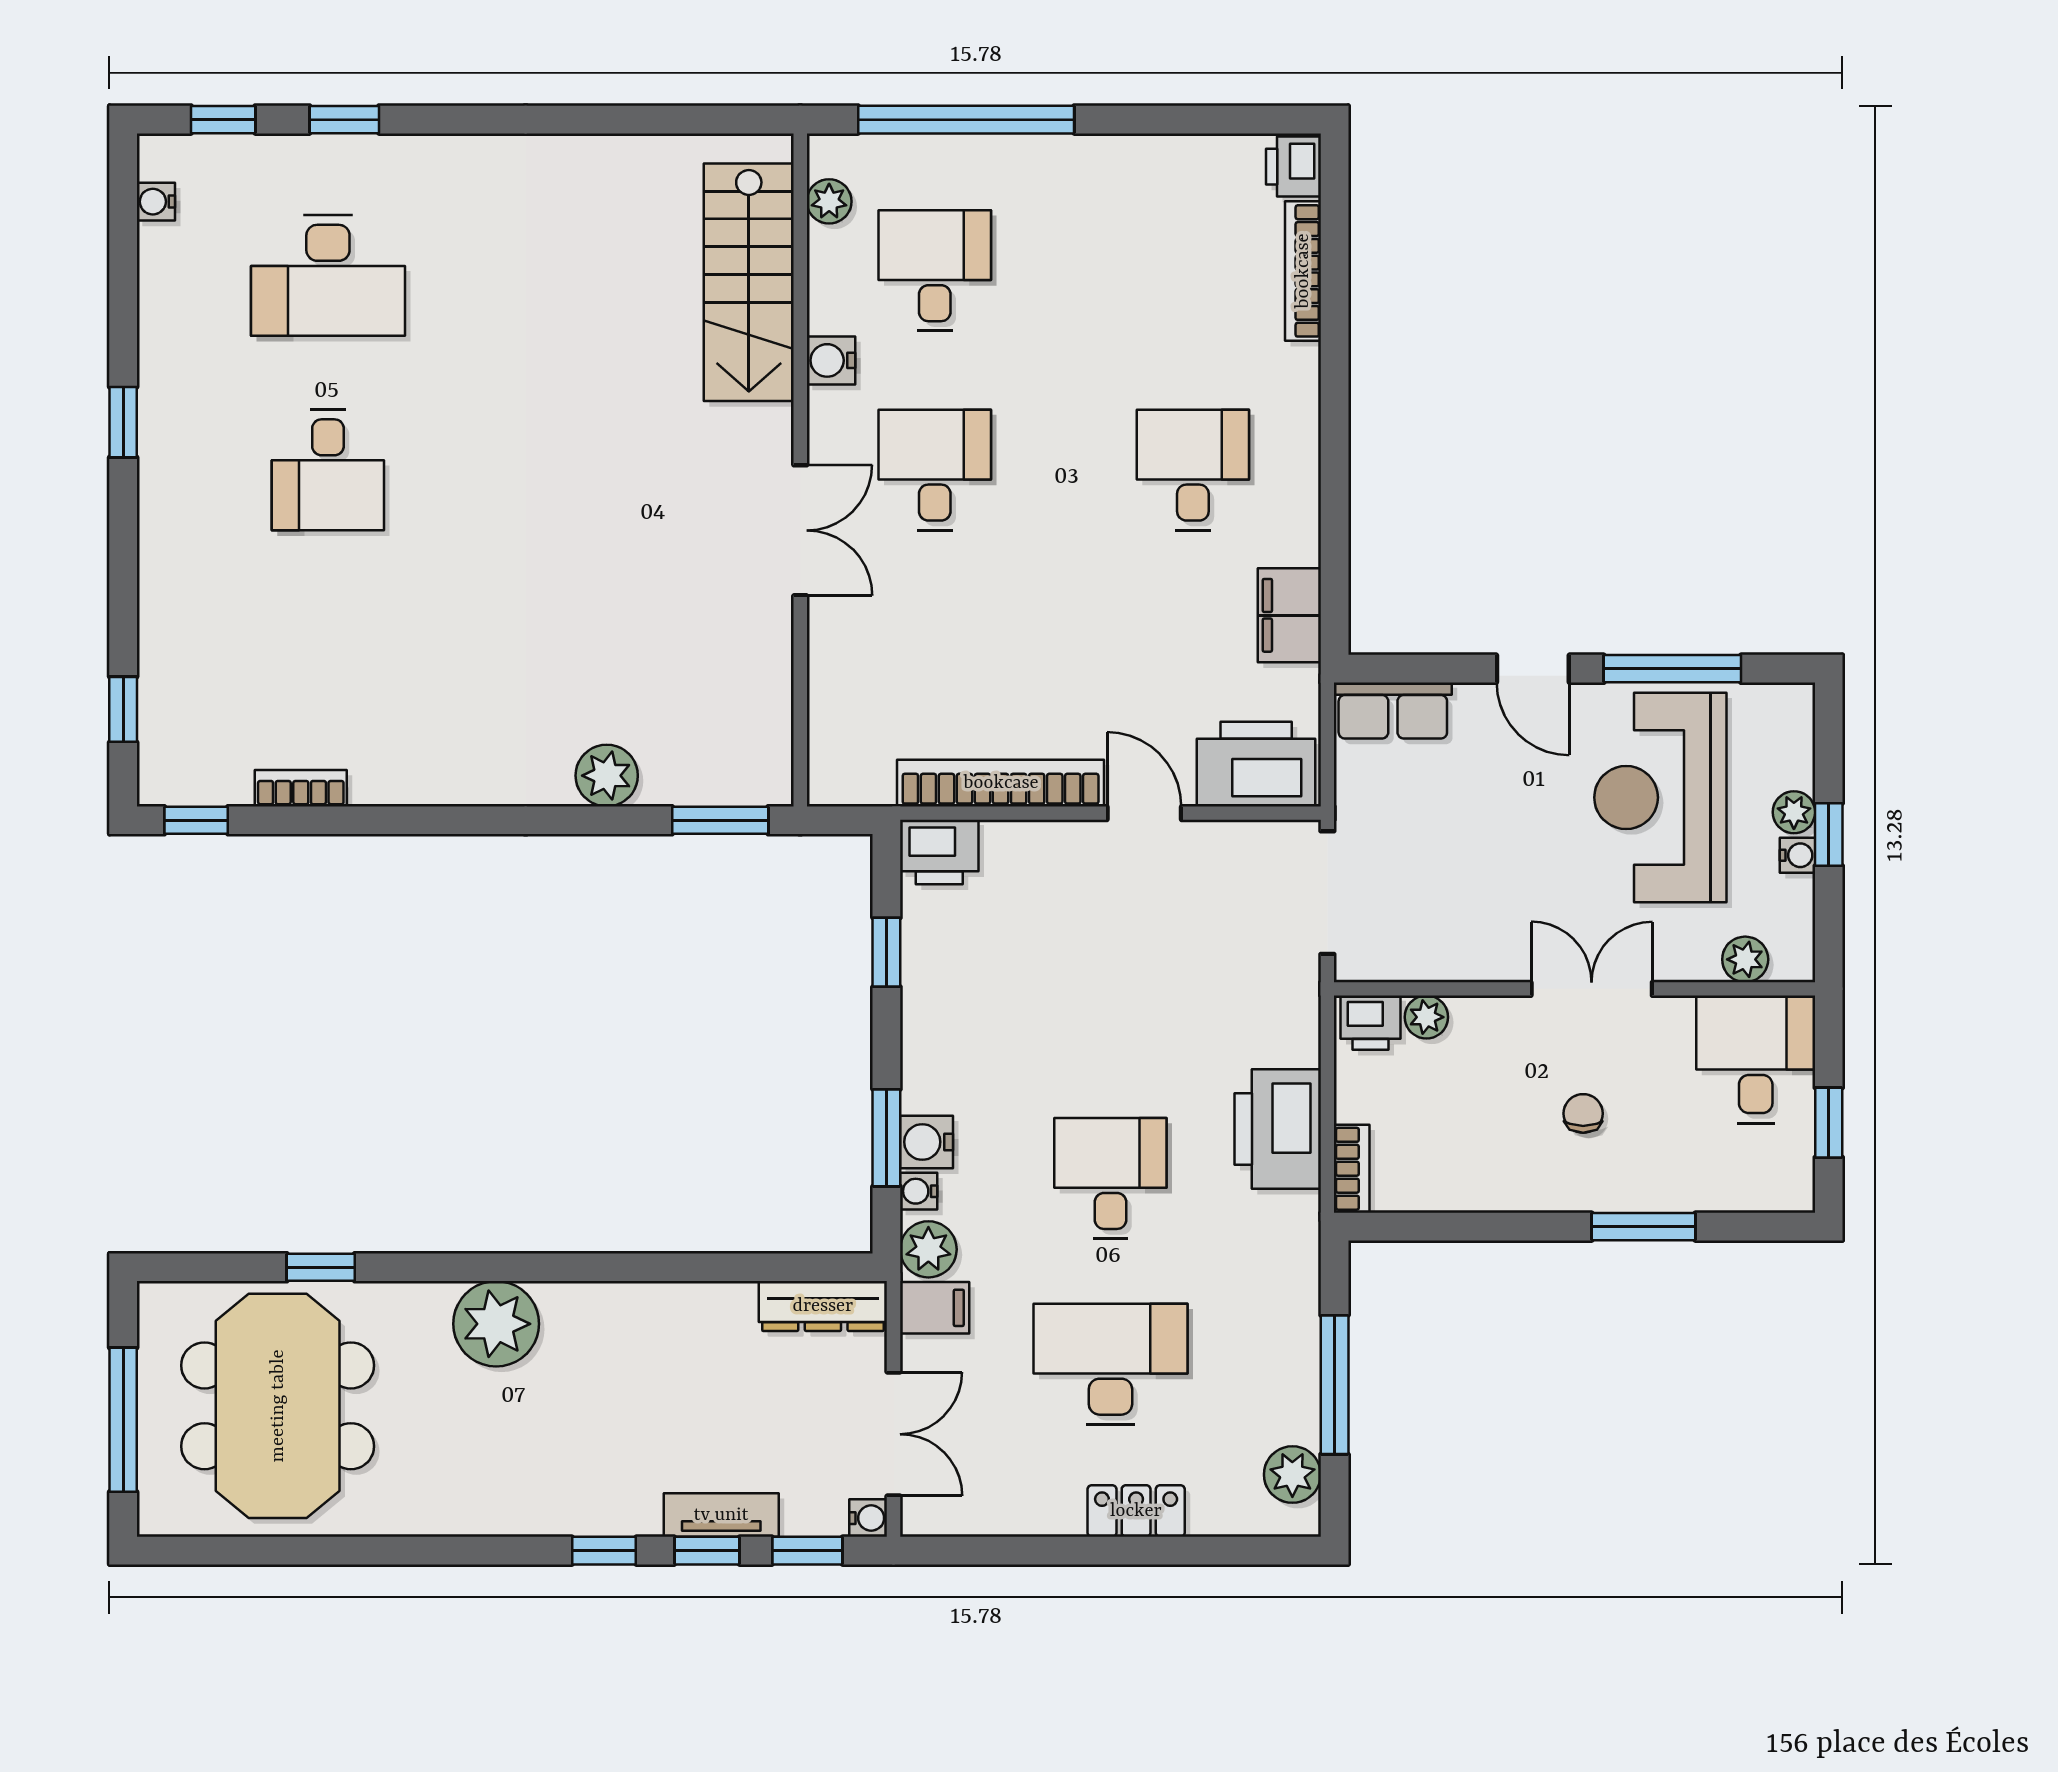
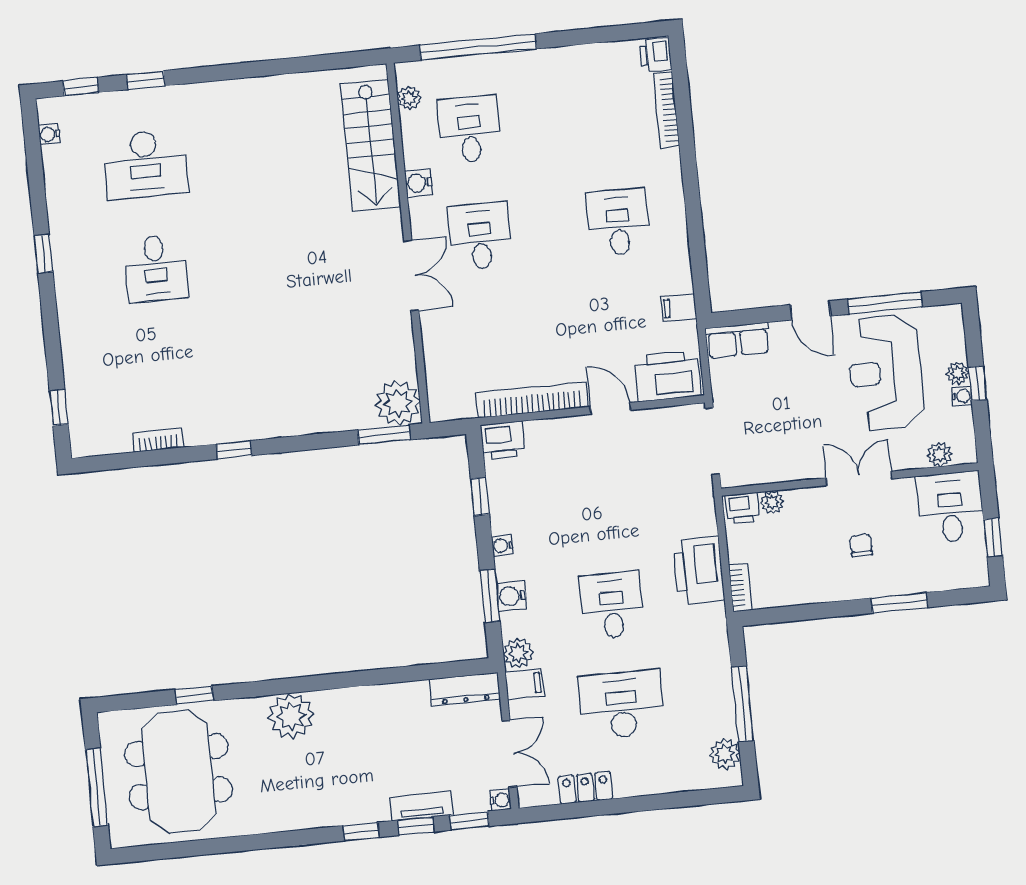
filing cabinet: (1289, 615) -> (679, 307), width x0.50
plant: (607, 776) -> (398, 403), moved, width x1.36, depth x1.36
window: (196, 820) -> (234, 450), moved
water cooler: (919, 1191) -> (502, 546), moved
locker: (1136, 1511) -> (585, 788), moved

